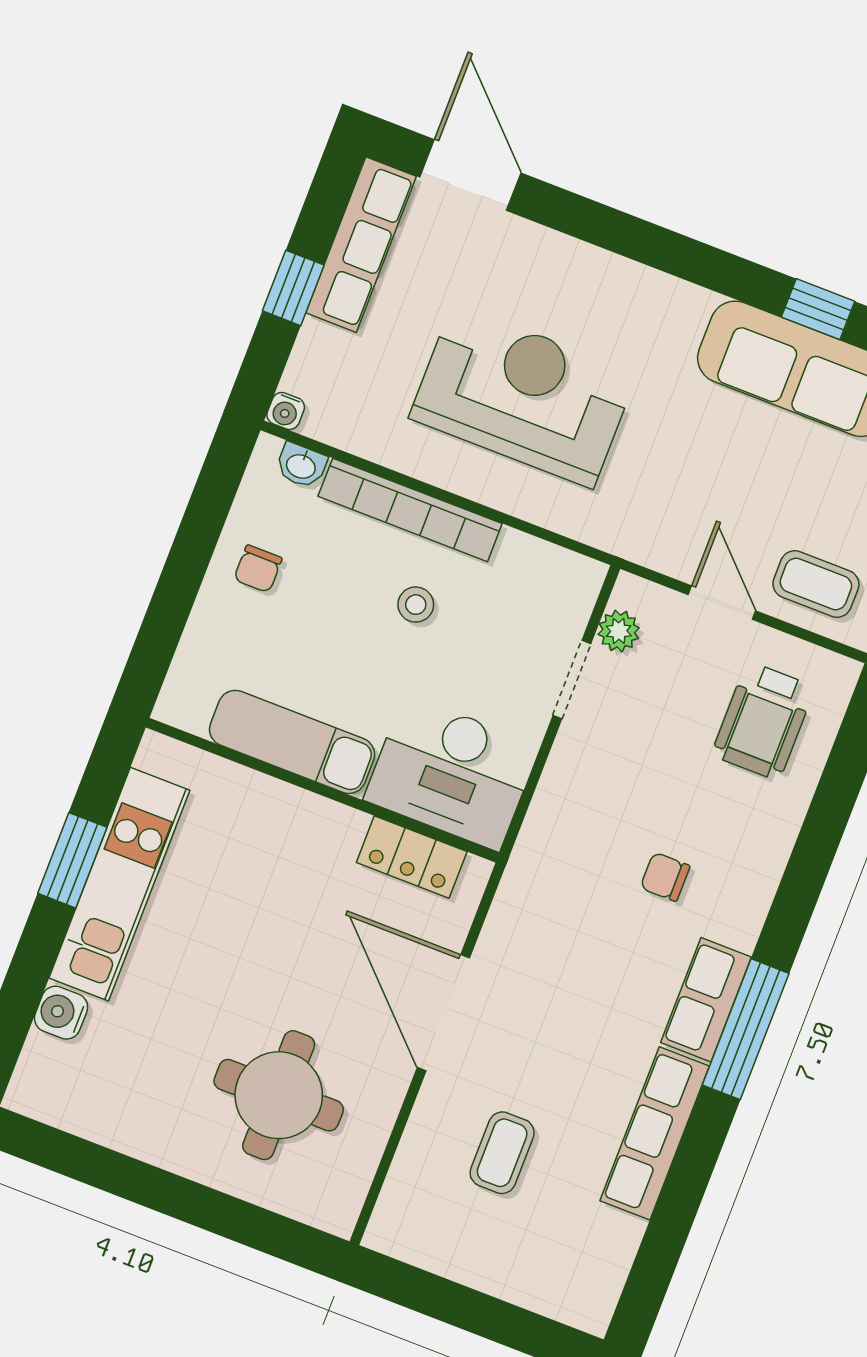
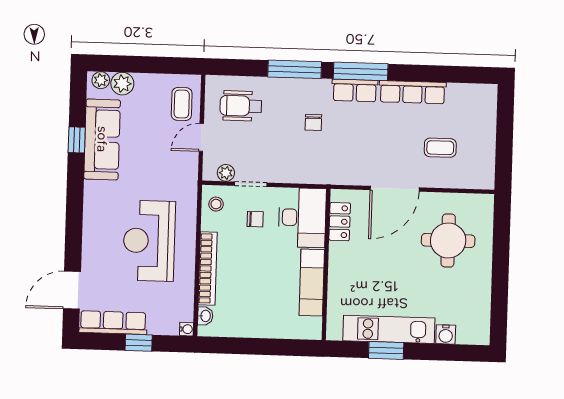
chair: (258, 569) -> (255, 219), moved
stool: (416, 605) -> (216, 204), moved
wheelchair: (763, 721) -> (241, 106), turned 180
window: (804, 877) -> (295, 69), added

